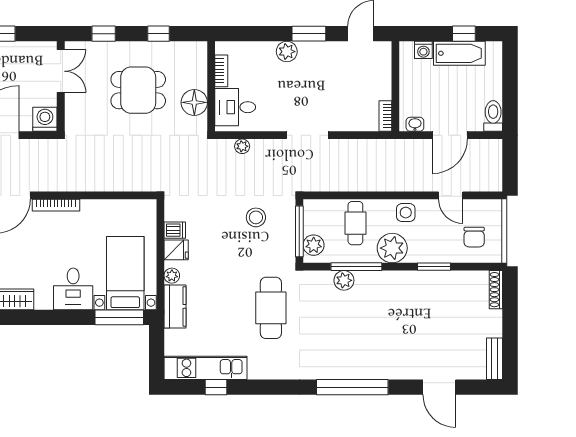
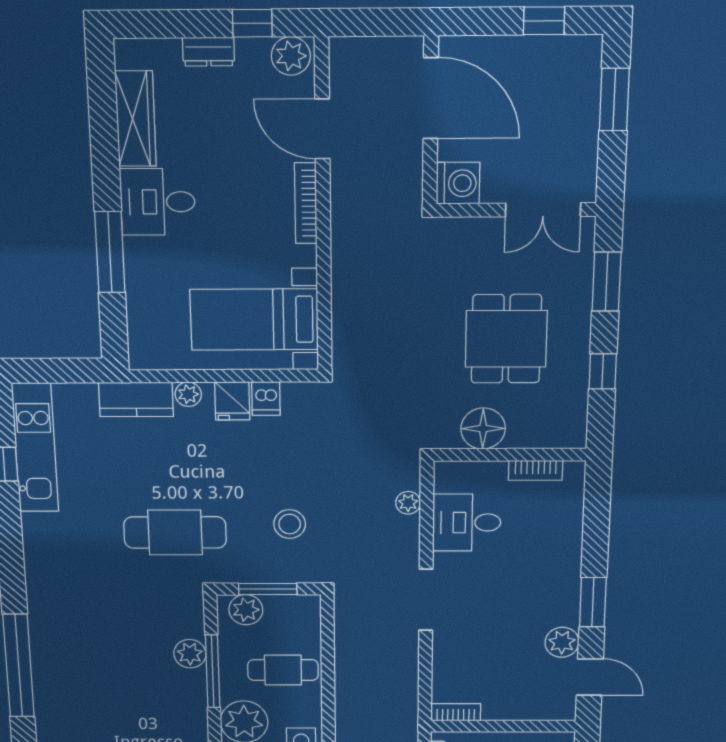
window: (104, 34) -> (607, 282), width x1.50
plant: (287, 52) -> (562, 642), moved
desk: (235, 107) -> (467, 523), moved, turned -90
window: (299, 231) -> (268, 589), width x0.69
bed with nightstands: (125, 273) -> (254, 320), moved, turned 180
desk: (73, 289) -> (158, 202), moved
cafe table: (271, 308) -> (175, 532), moved
window: (119, 317) -> (110, 252), moved

